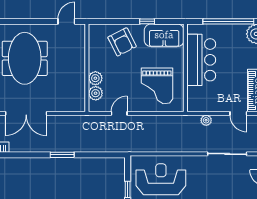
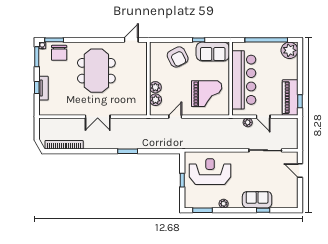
bar counter: (201, 60) -> (244, 80), width x1.36
grand piano: (157, 86) -> (207, 94), turned -90
double door: (26, 113) -> (98, 117), width x0.73
door: (238, 113) -> (263, 117), moved

